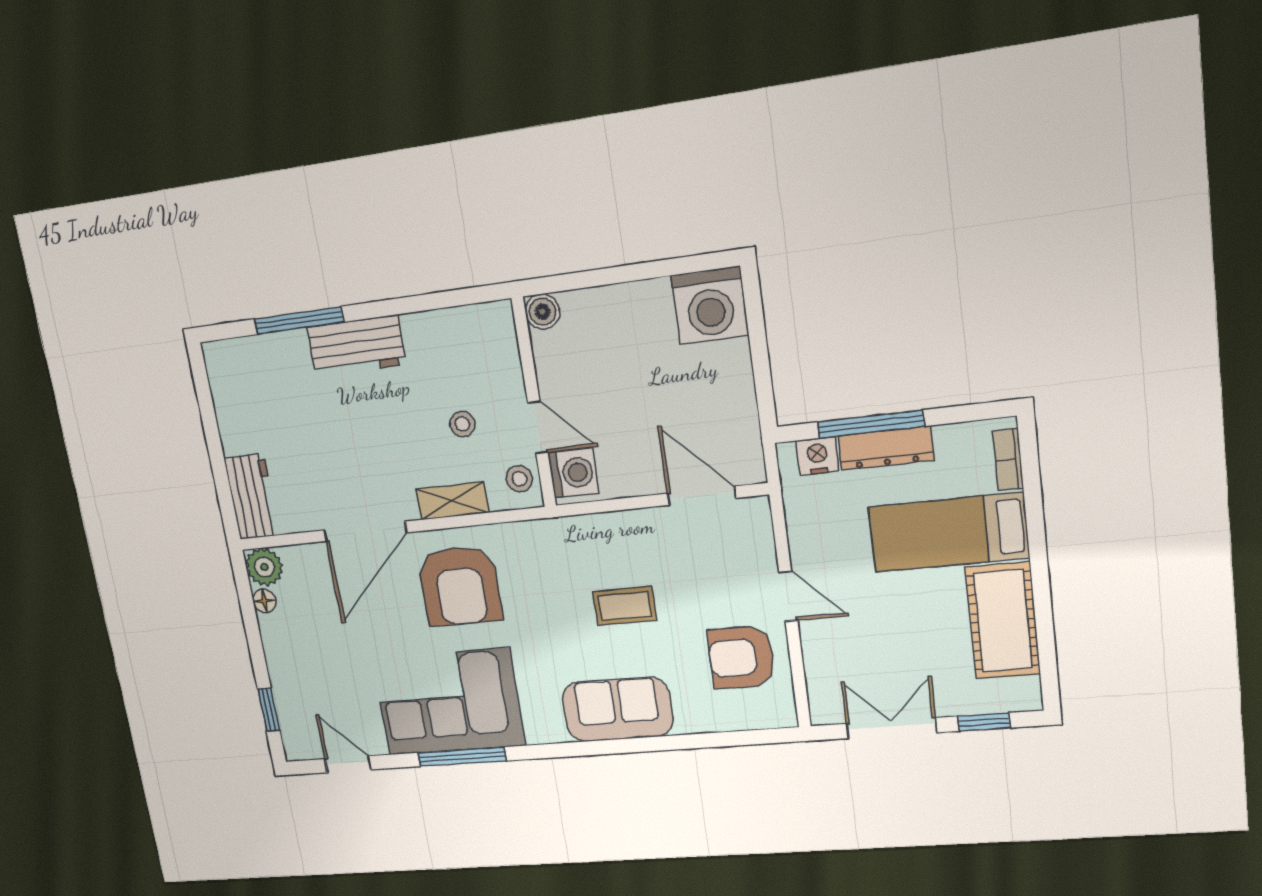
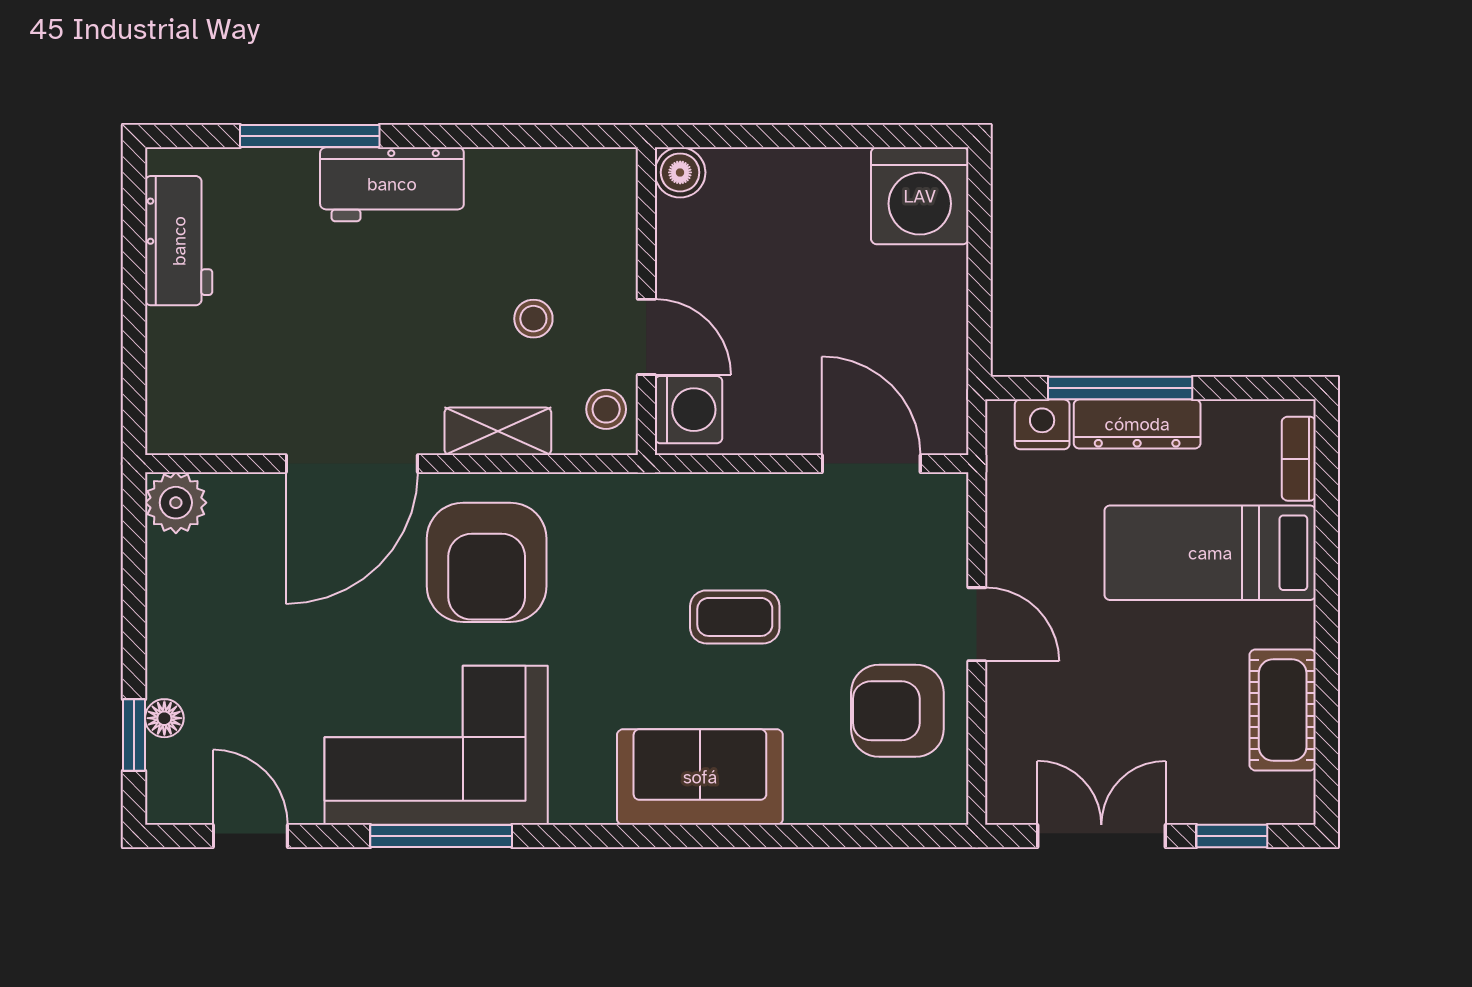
workbench: (252, 497) -> (179, 241), moved
floor lamp: (264, 601) -> (164, 718), moved
cot: (1003, 621) -> (1283, 710), width x0.73, depth x0.75

